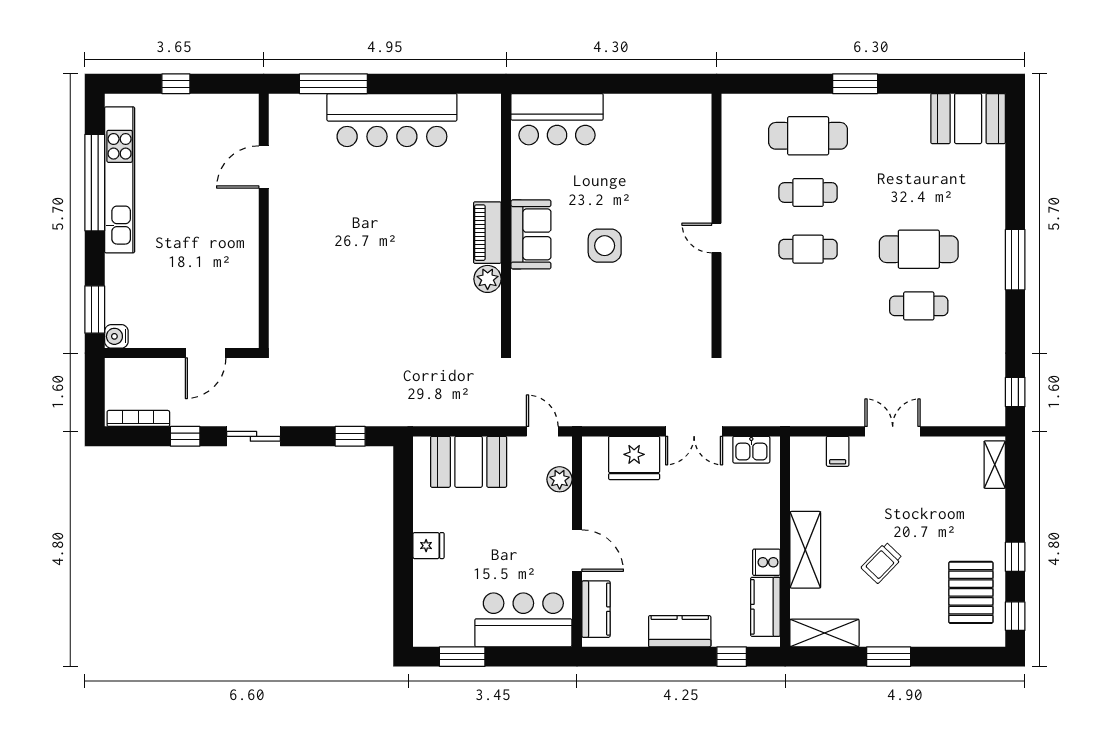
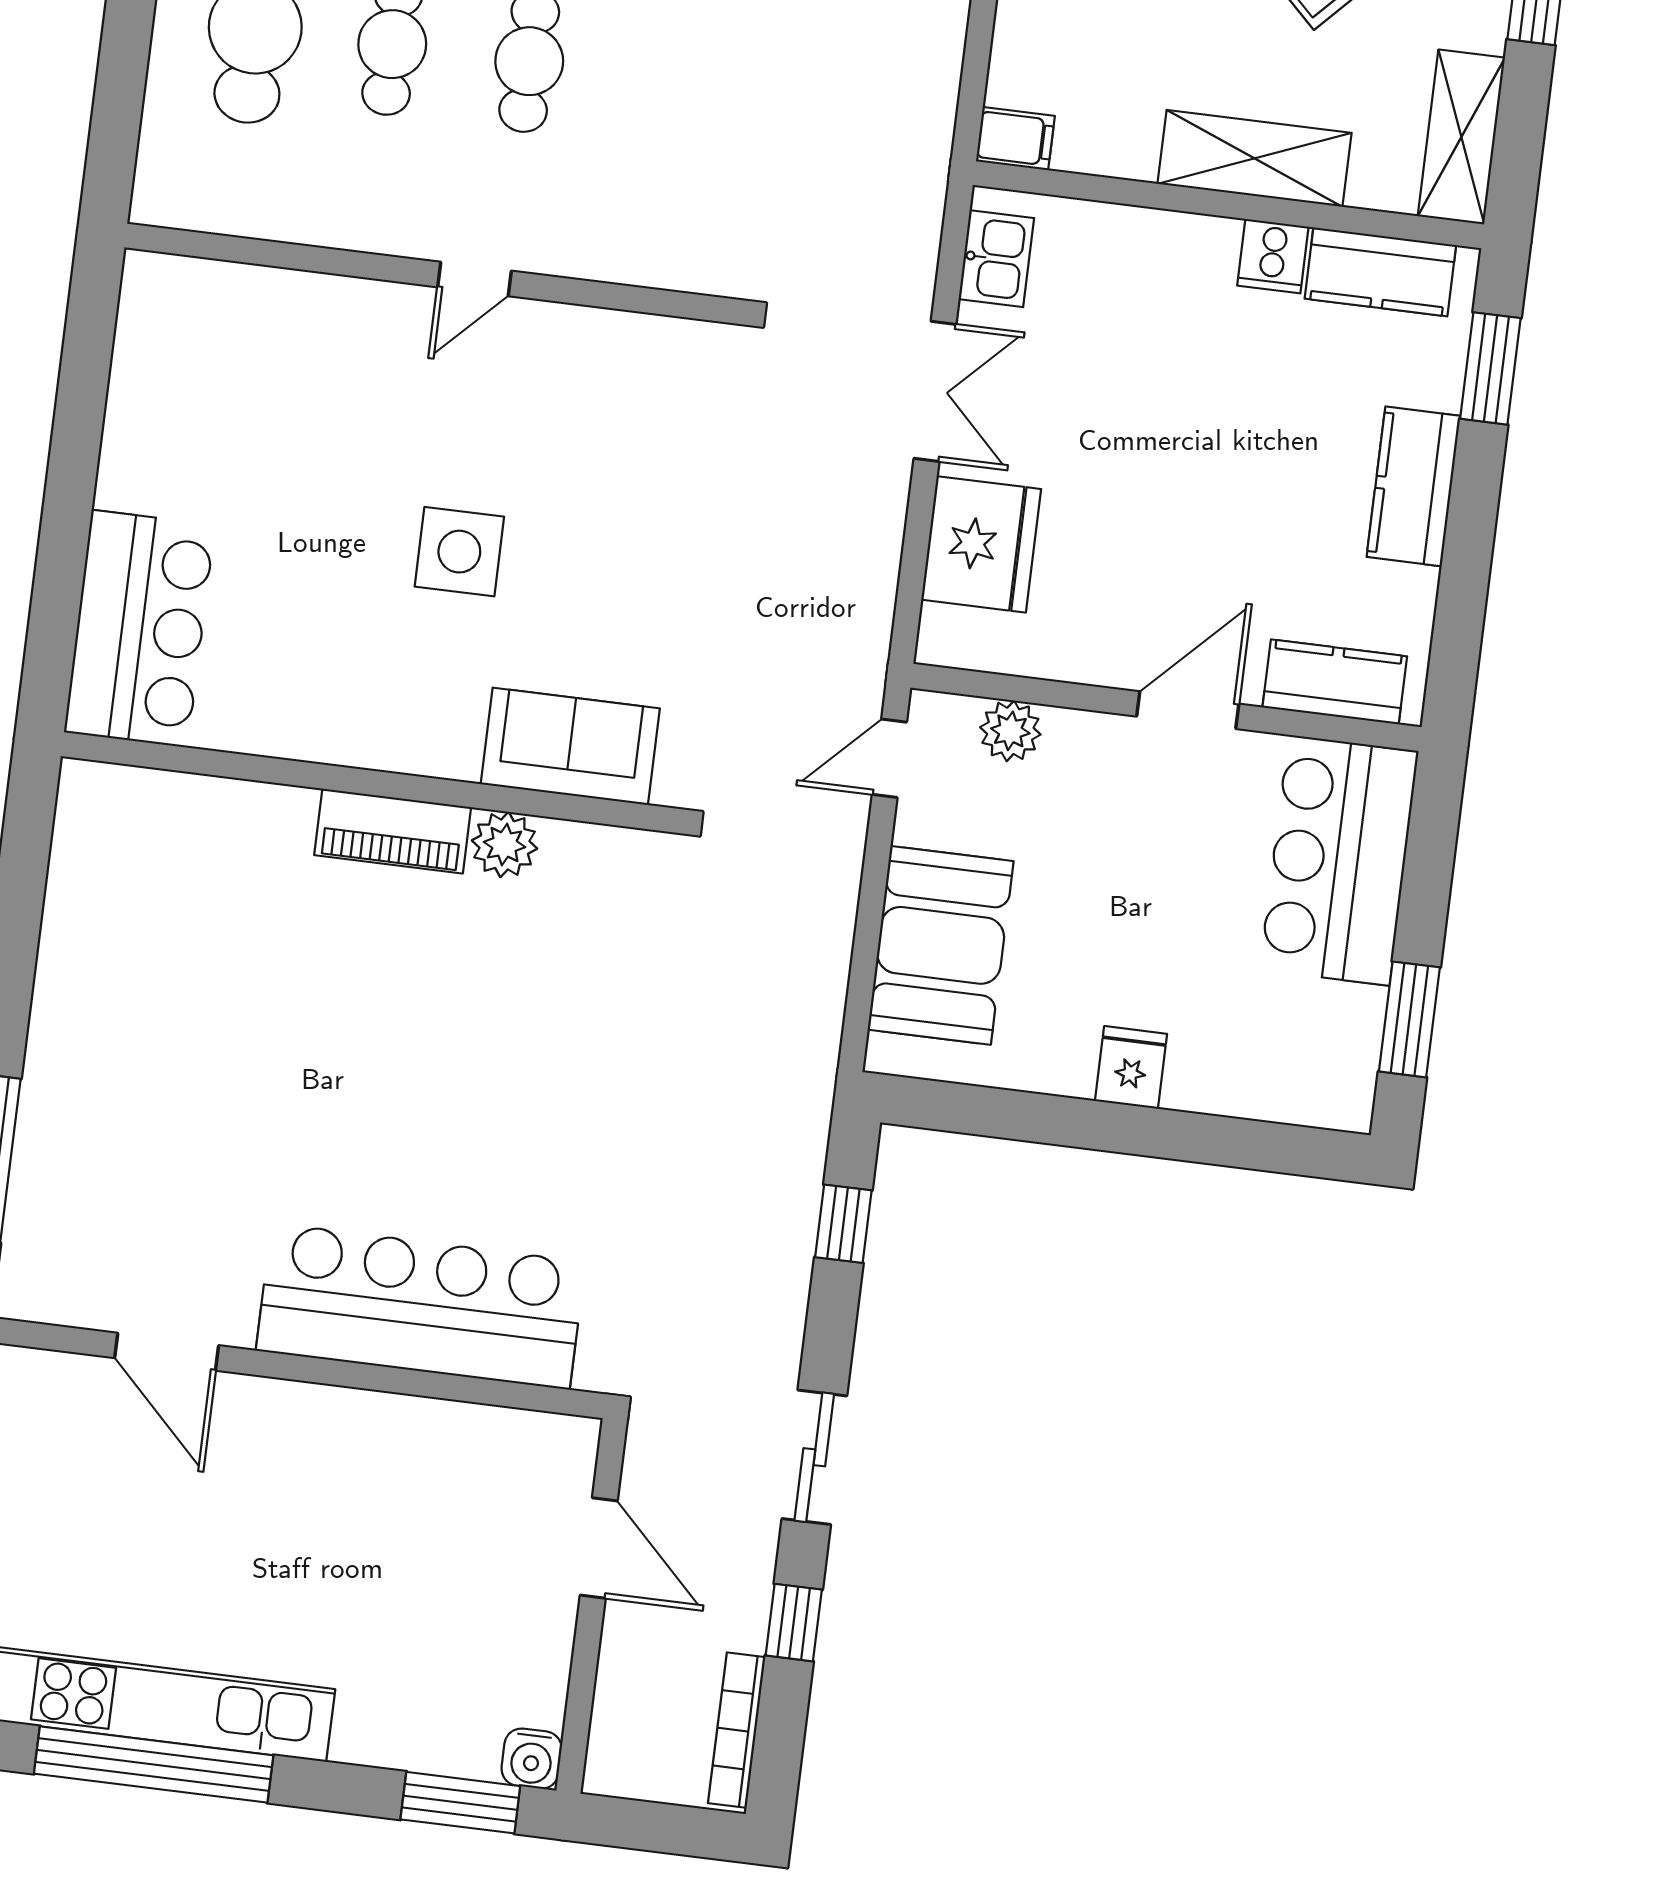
bar counter: (392, 120) -> (421, 1306), moved, turned -90
sofa: (531, 234) -> (570, 746), moved
filing cabinet: (838, 451) -> (1015, 139), moved
window: (732, 657) -> (1490, 368), width x1.50

